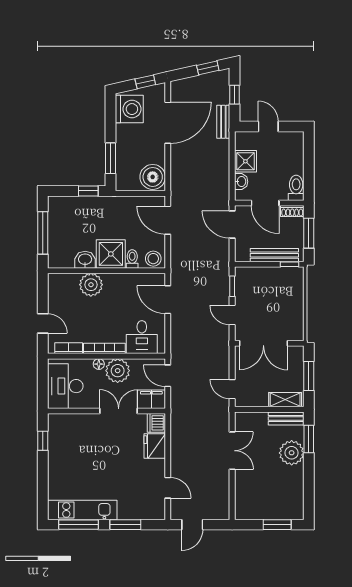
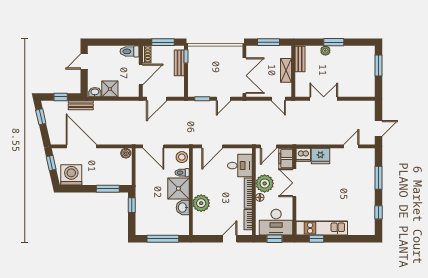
door: (268, 126) -> (84, 61), moved
boiler: (153, 177) -> (126, 153), width x0.54, depth x0.54
washbasin: (241, 182) -> (95, 92), moved
door: (168, 220) -> (153, 146), hinge flipped
bench: (274, 255) -> (179, 63), width x0.73
window: (43, 384) -> (274, 239), added
door: (232, 389) -> (278, 99), hinge flipped
shelving: (285, 400) -> (286, 70), moved
window: (309, 439) -> (334, 42), moved
plant: (292, 453) -> (325, 51), width x0.53, depth x0.53
kitchen unit: (82, 510) -> (322, 228), moved, turned 90
window: (79, 525) -> (378, 212), width x0.46
door: (192, 525) -> (378, 128), hinge flipped

